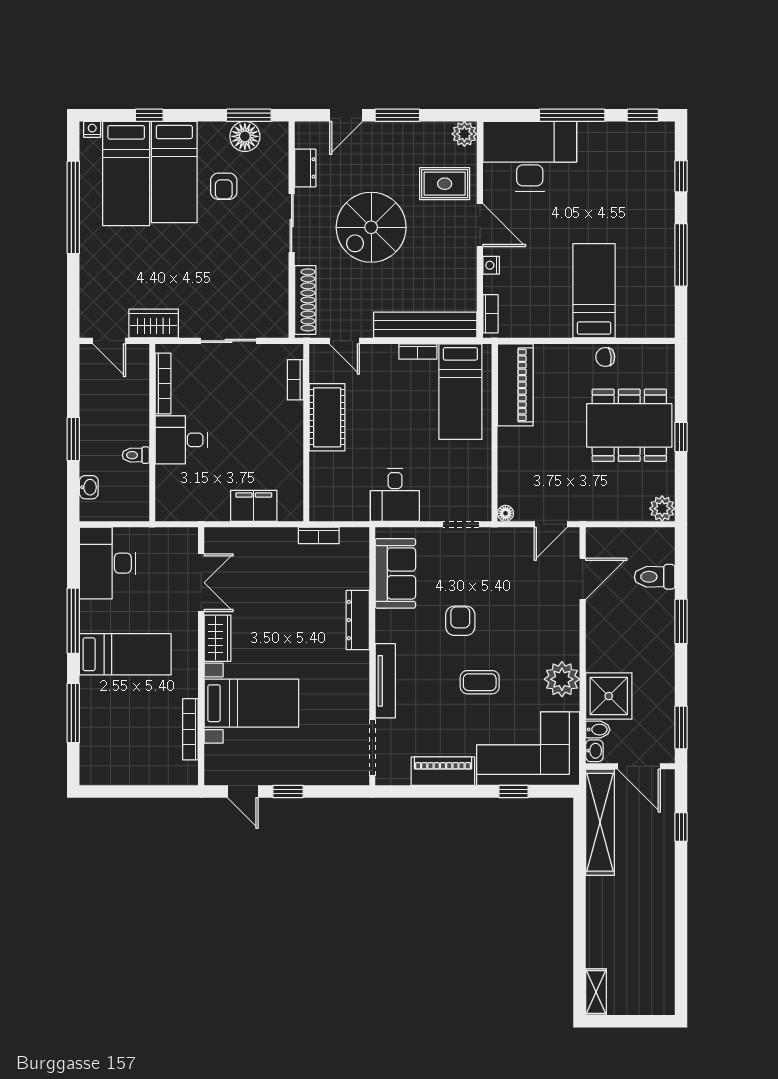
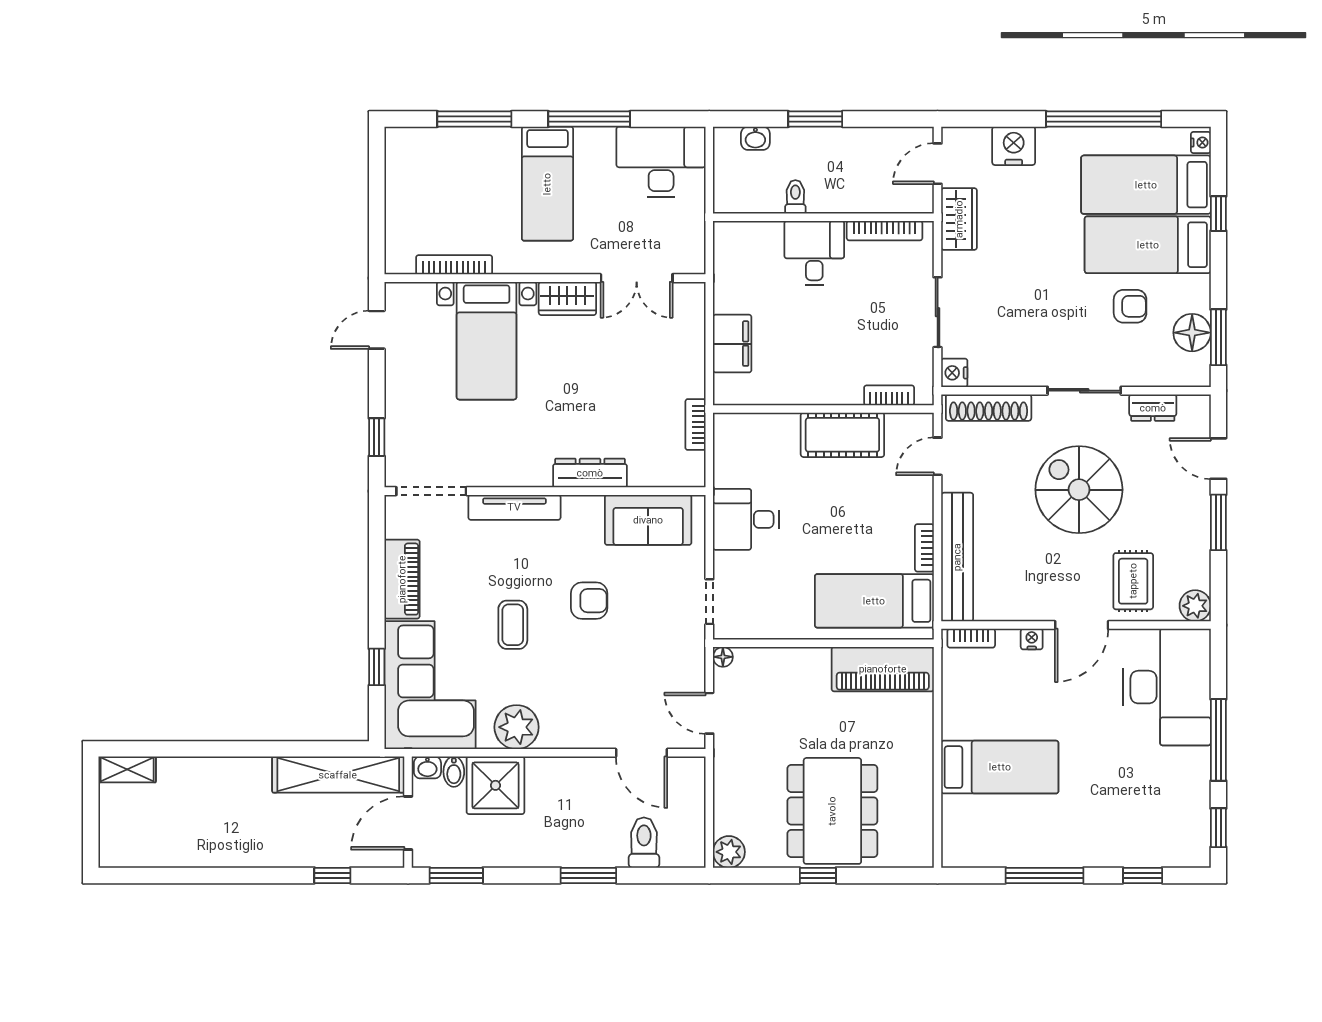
armchair: (224, 186) -> (1130, 306), turned 180
nightstand: (95, 280) -> (1014, 146), added
nightstand: (277, 327) -> (954, 373), added
chair: (605, 357) -> (917, 781), removed
window: (288, 791) -> (377, 437), moved

